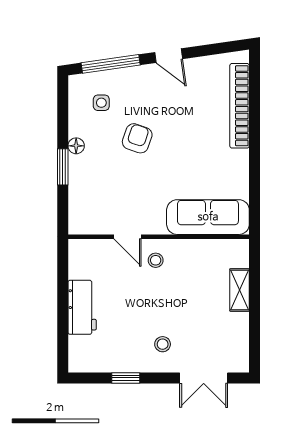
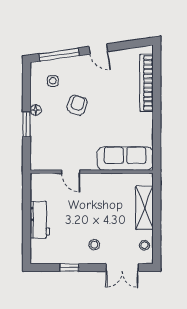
stool: (156, 260) -> (144, 245), moved
shelving: (240, 290) -> (144, 208), width x1.50, depth x1.33

